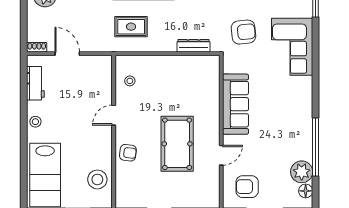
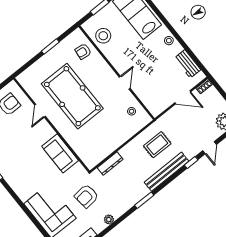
sofa: (236, 104) -> (60, 153), width x0.73
pool table: (177, 144) -> (72, 96), width x1.36, depth x1.32
armchair: (128, 153) -> (83, 51), moved

